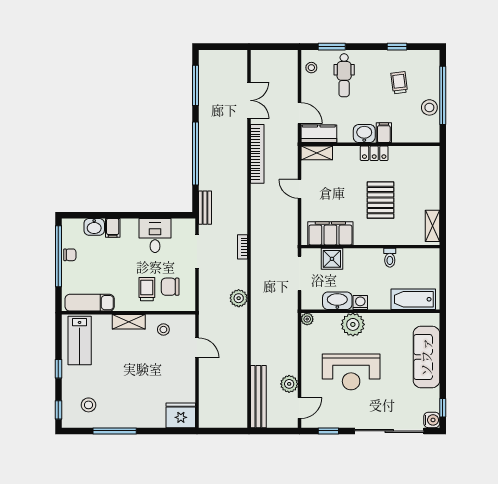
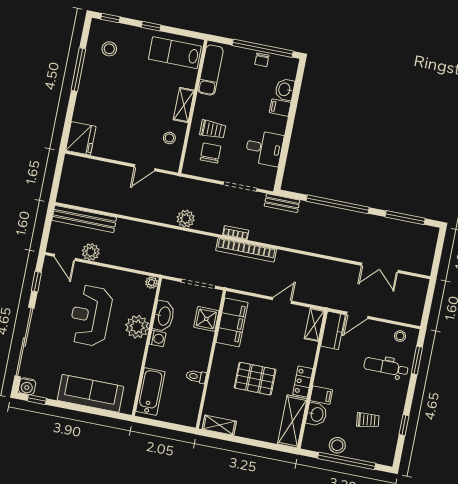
washbasin: (364, 134) -> (317, 414), moved
bookcase: (257, 154) -> (246, 250), moved
shelving: (415, 156) -> (292, 421), added

